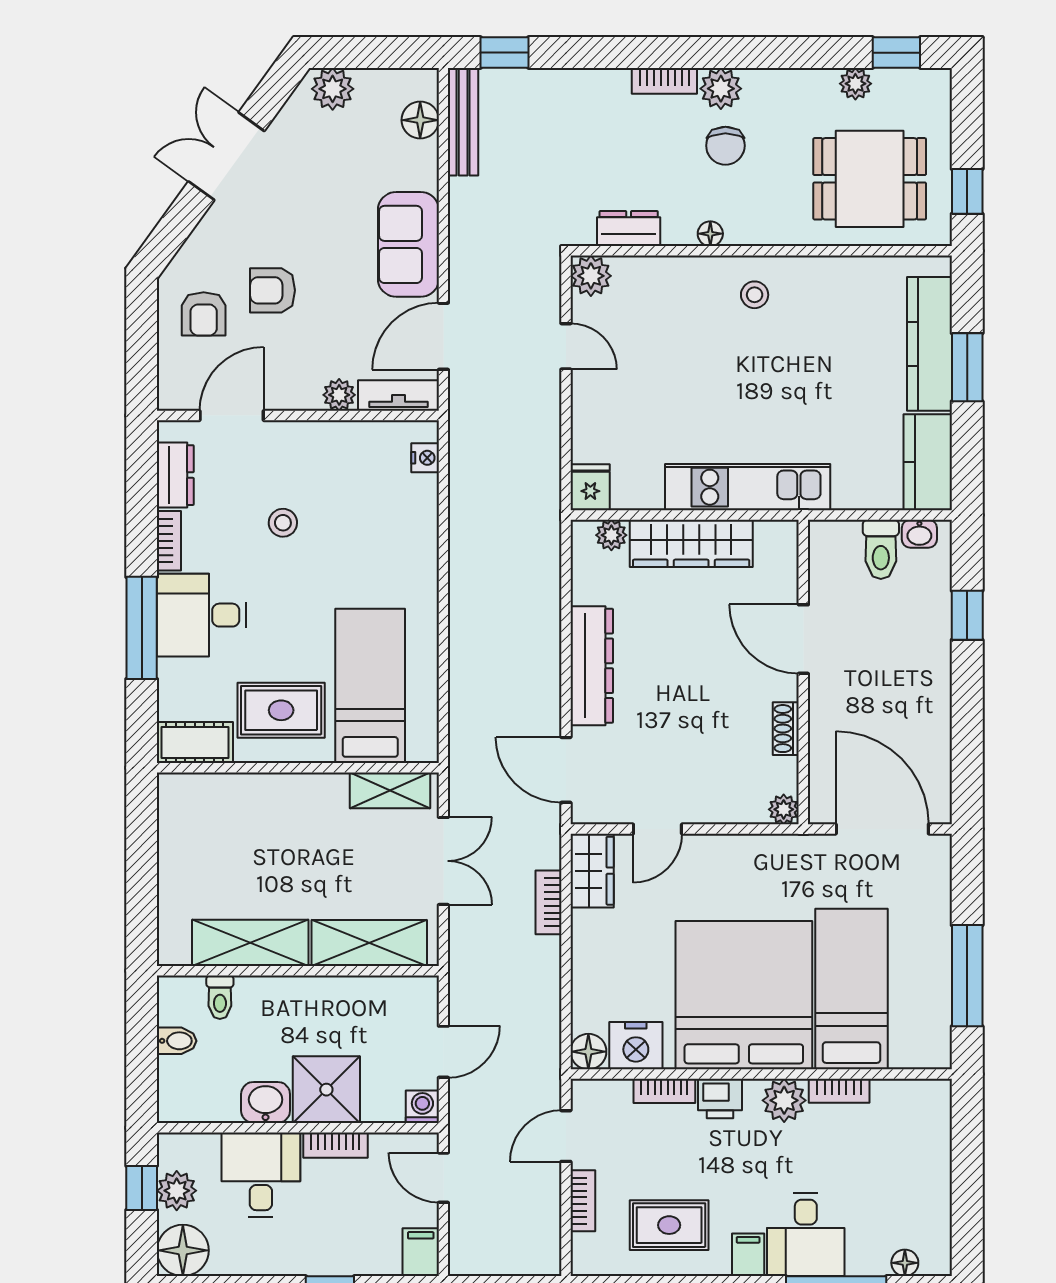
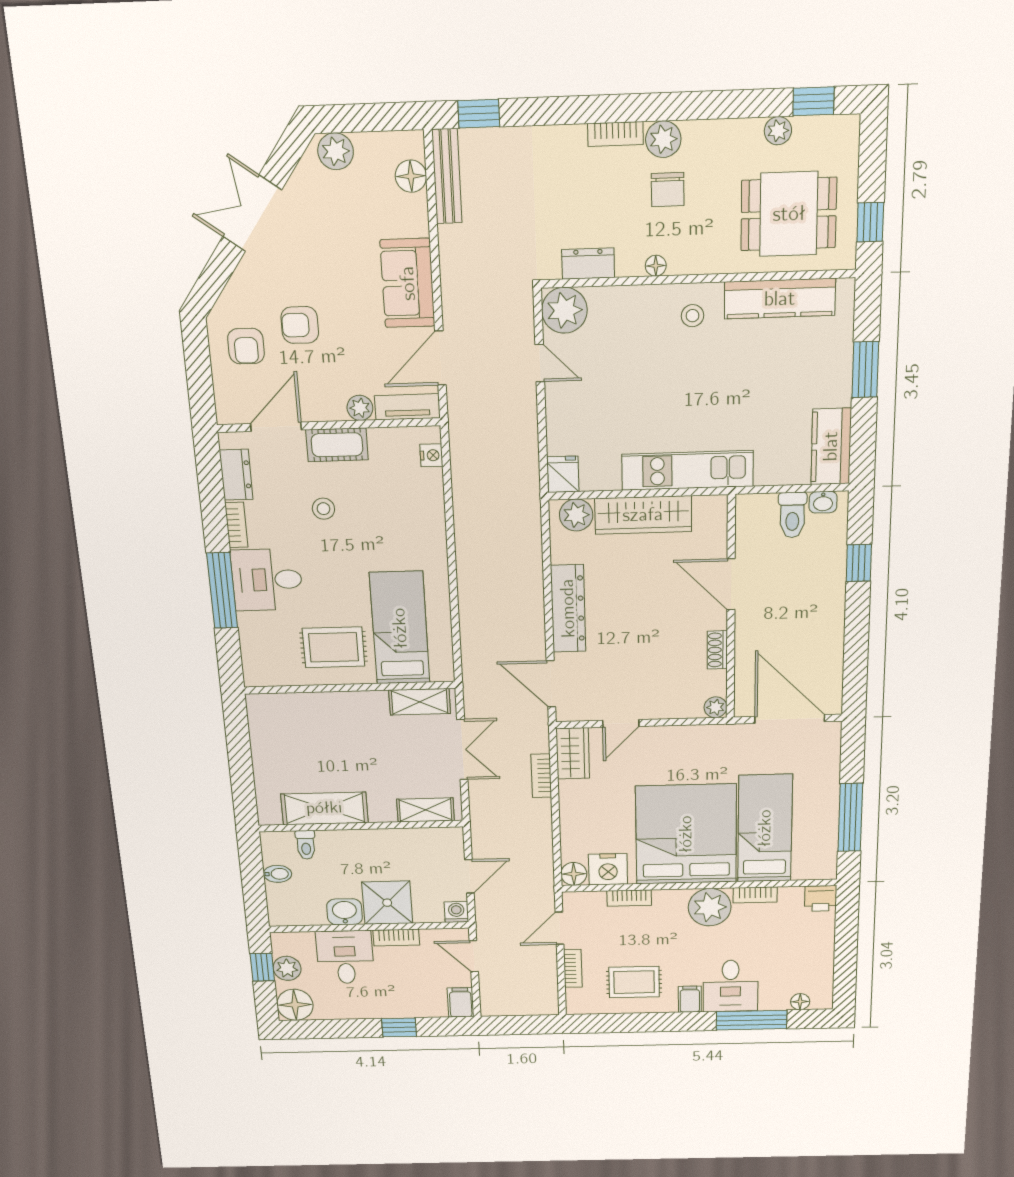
plant: (591, 276) -> (564, 310), width x1.36, depth x1.36
kitchen counter: (930, 344) -> (780, 299), moved, turned -90
plant: (611, 535) -> (576, 515), width x1.38, depth x1.38
cot: (195, 743) -> (337, 445), moved
shelving: (369, 943) -> (425, 810), width x0.67, depth x0.75
printer: (720, 1099) -> (821, 898), moved
plant: (784, 1100) -> (710, 907), width x1.36, depth x1.36

